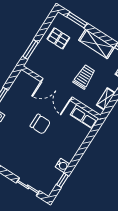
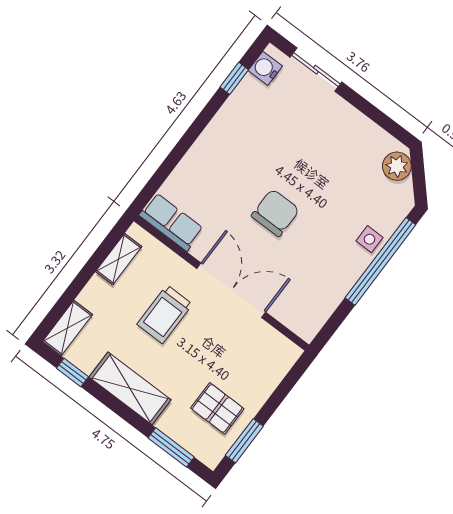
window: (30, 49) -> (244, 441), moved
chair: (40, 124) -> (275, 213), turned 90
water cooler: (63, 165) -> (265, 68), moved

